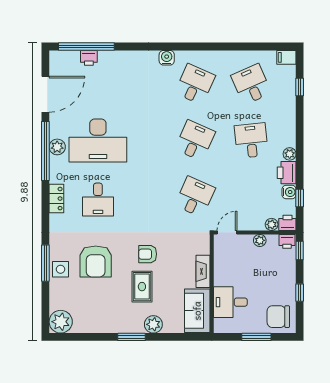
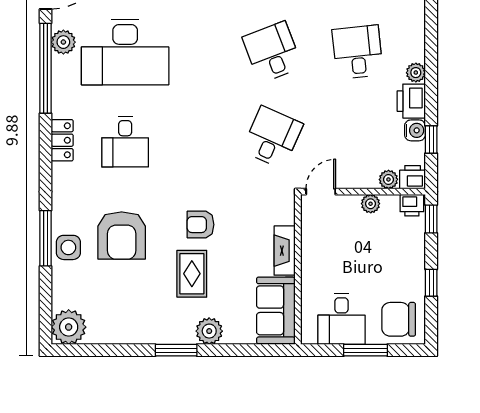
desk: (195, 140) -> (272, 52), turned -45
plant: (57, 147) -> (63, 42), moved
desk: (230, 302) -> (341, 319), moved, turned -90

